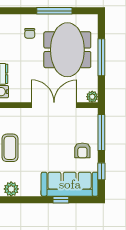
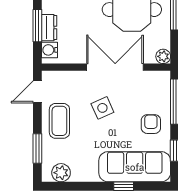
side table: (44, 138) -> (102, 108), added
armchair: (82, 150) -> (151, 124), turned 180

